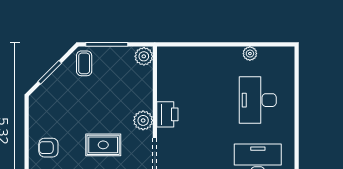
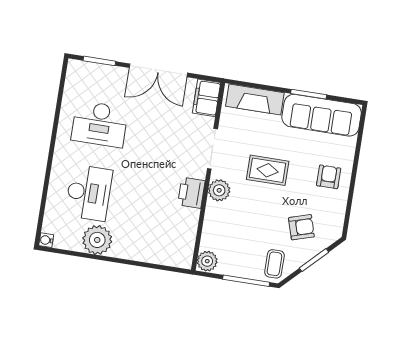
water cooler: (289, 52) -> (46, 240), added
plant: (250, 54) -> (97, 240), width x1.88, depth x1.88
armchair: (65, 99) -> (301, 227), added
armchair: (48, 148) -> (329, 177), turned -90

